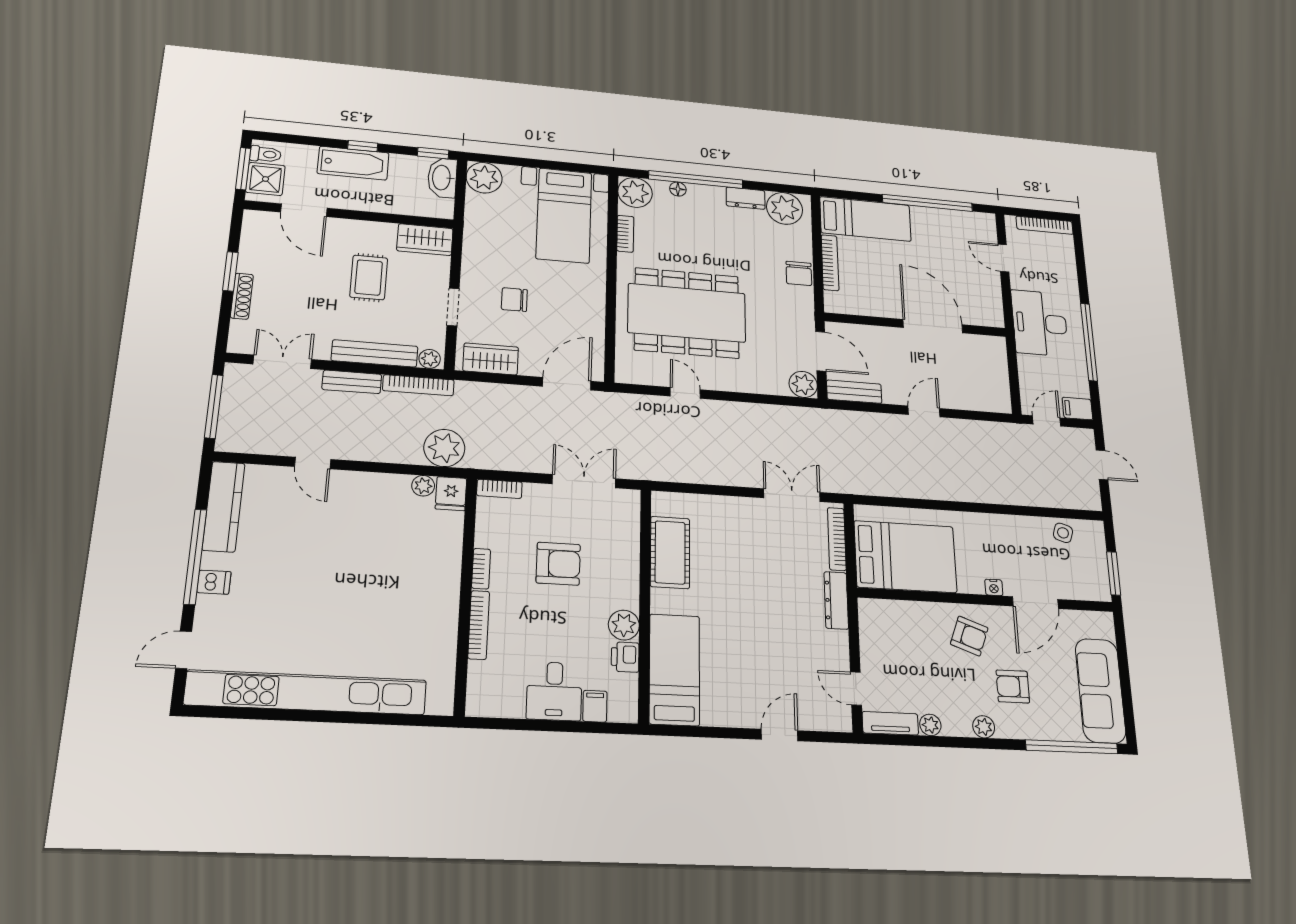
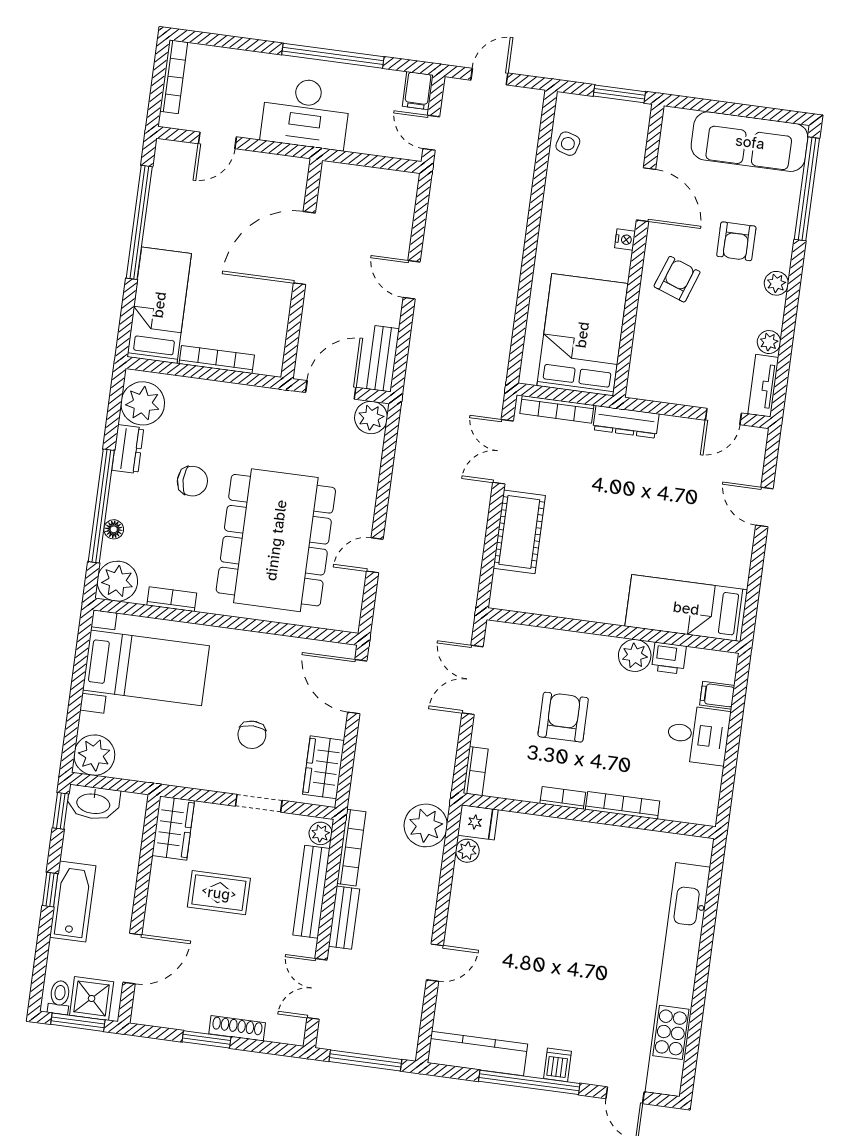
chair: (799, 273) -> (192, 481), moved
cot: (670, 552) -> (519, 532), moved, turned 90

